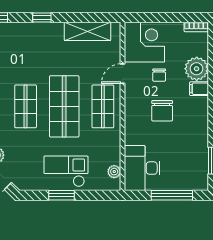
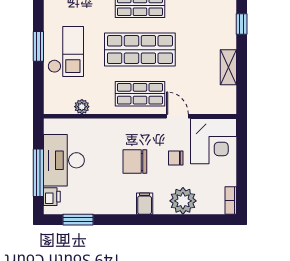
shelving: (87, 31) -> (228, 67), width x0.67, depth x0.75
filing cabinet: (199, 89) -> (145, 204), moved
desk: (142, 168) -> (64, 160), moved, turned -90
plant: (114, 172) -> (82, 107), moved
printer: (193, 183) -> (52, 197), added

